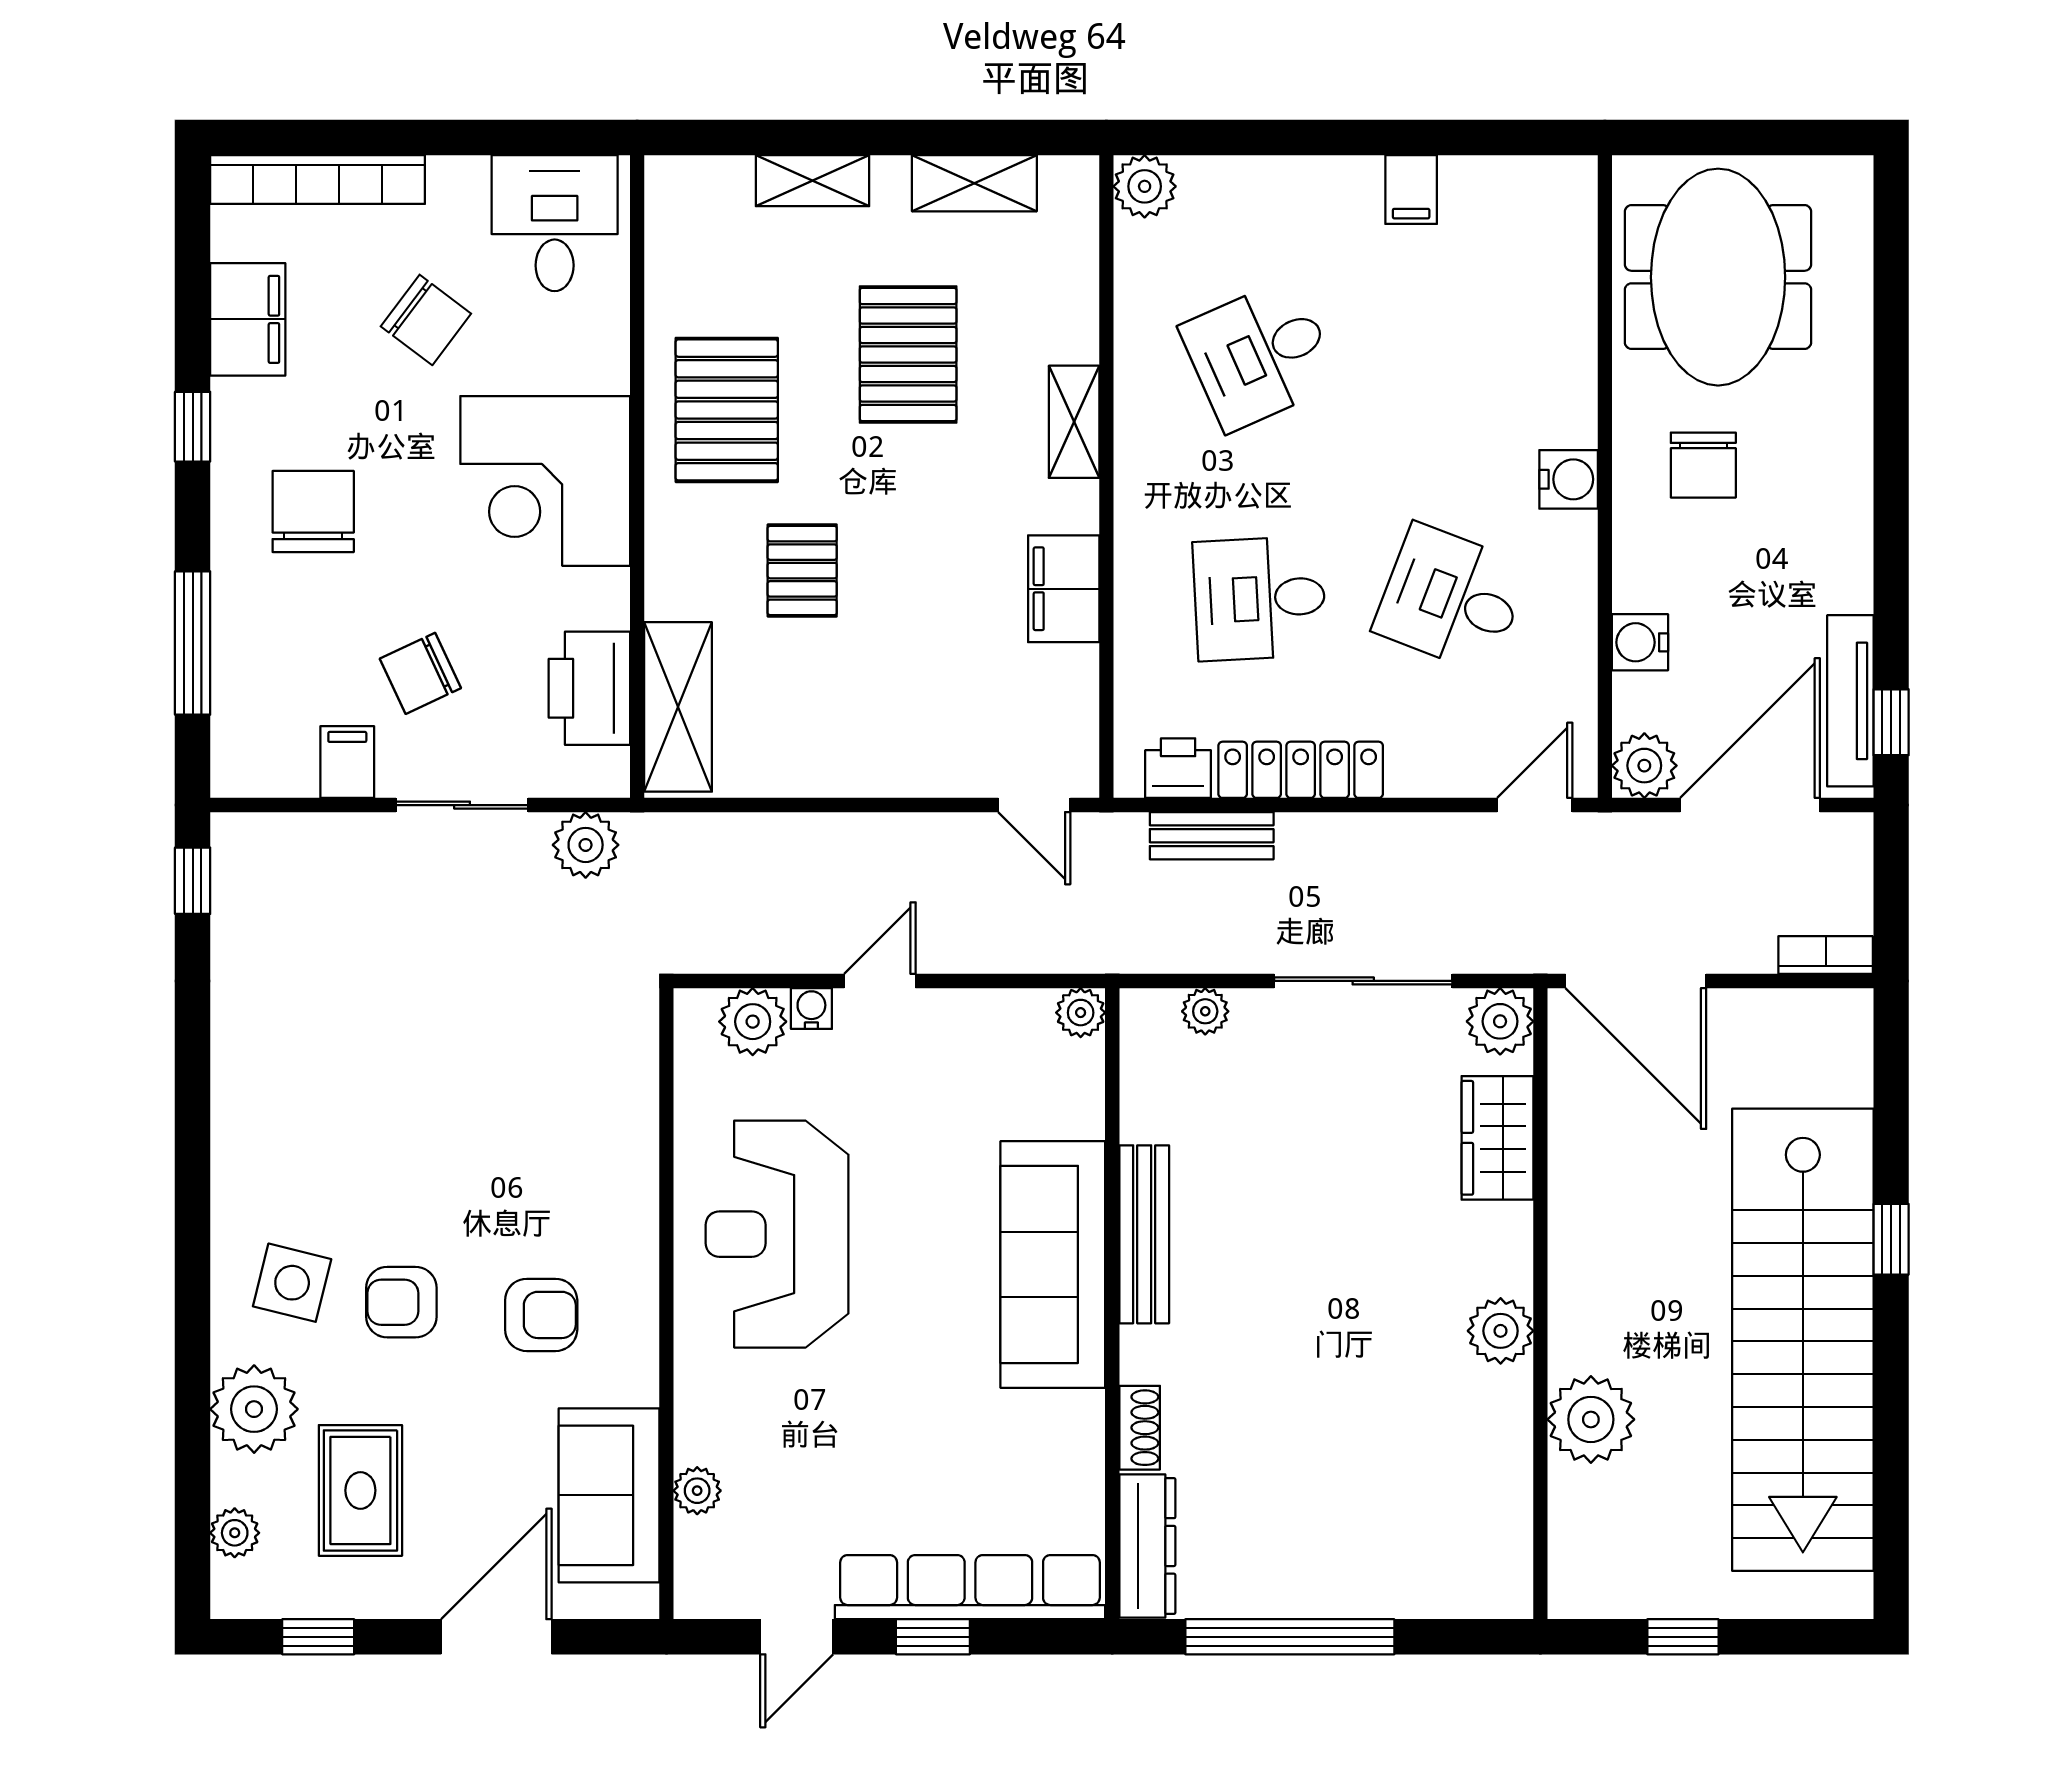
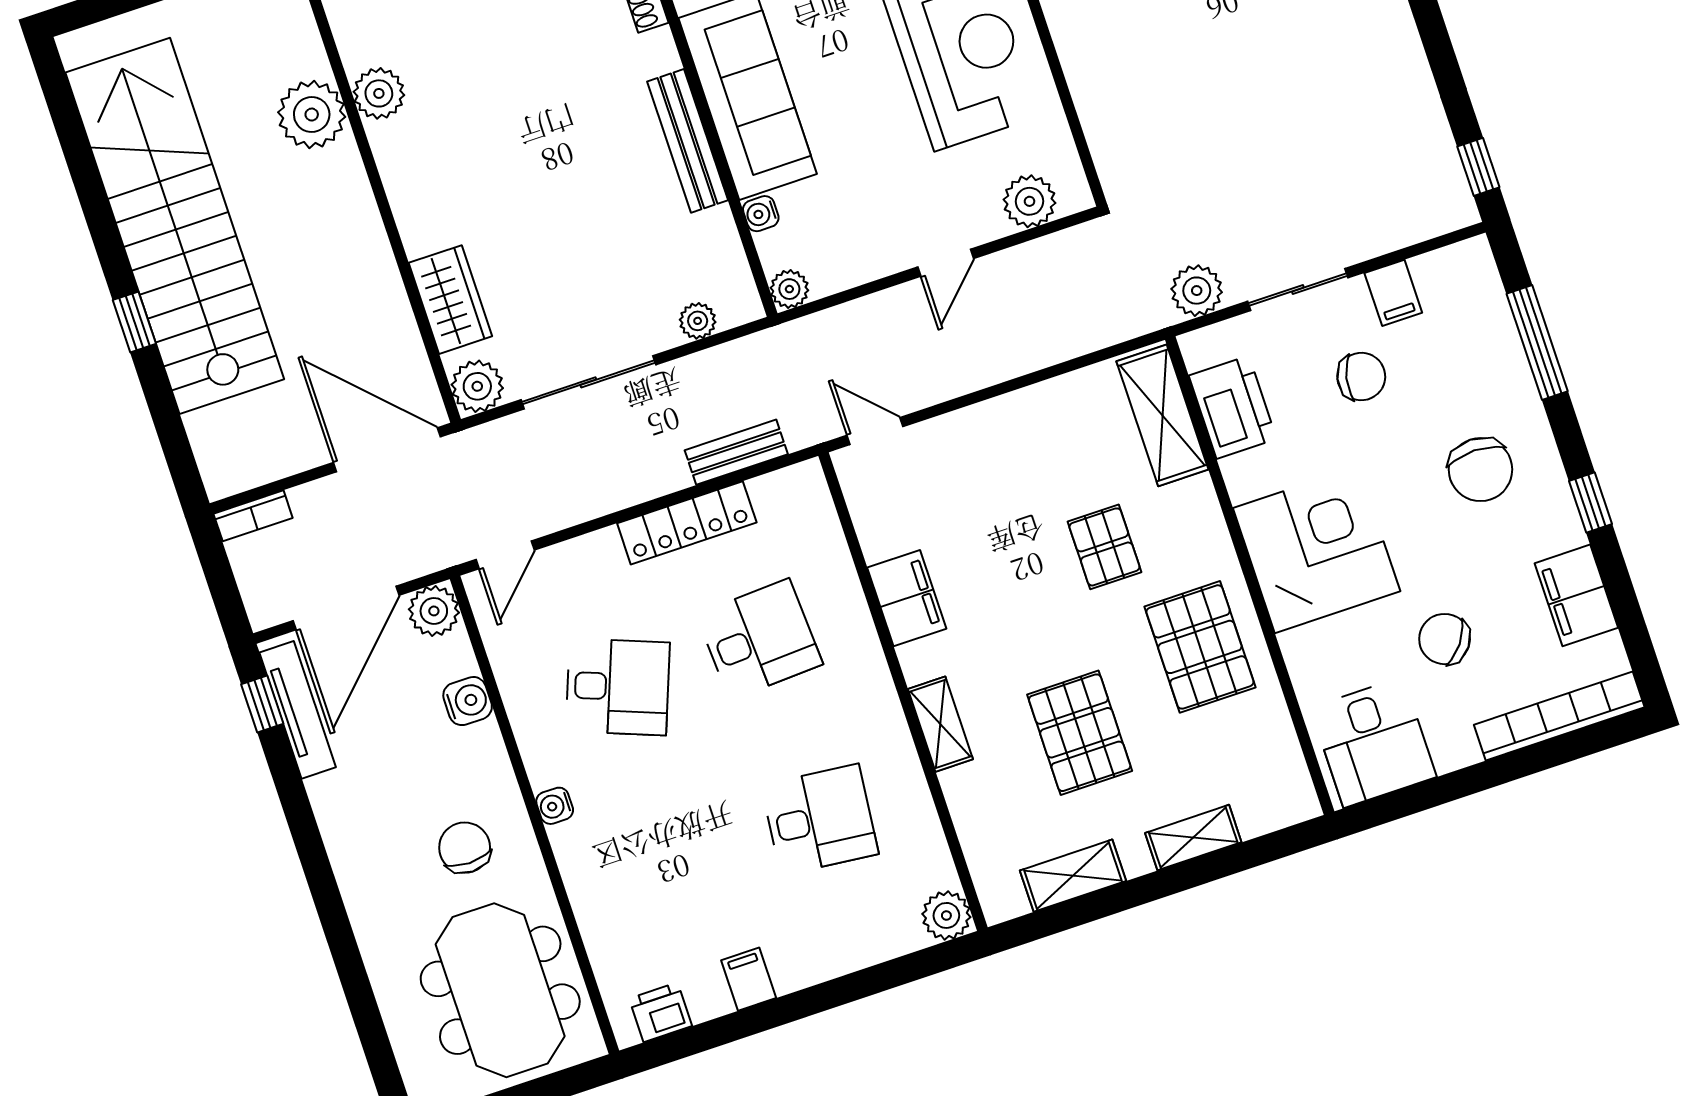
desk: (1260, 355) -> (820, 820), turned 30
water cooler: (1569, 479) -> (555, 806), width x0.72, depth x0.72
chair: (420, 673) -> (1361, 377), turned 37
printer: (1178, 768) -> (660, 1012), moved, turned 180
water cooler: (811, 1008) -> (761, 214), moved, turned 90
plant: (1501, 1331) -> (379, 93), moved

